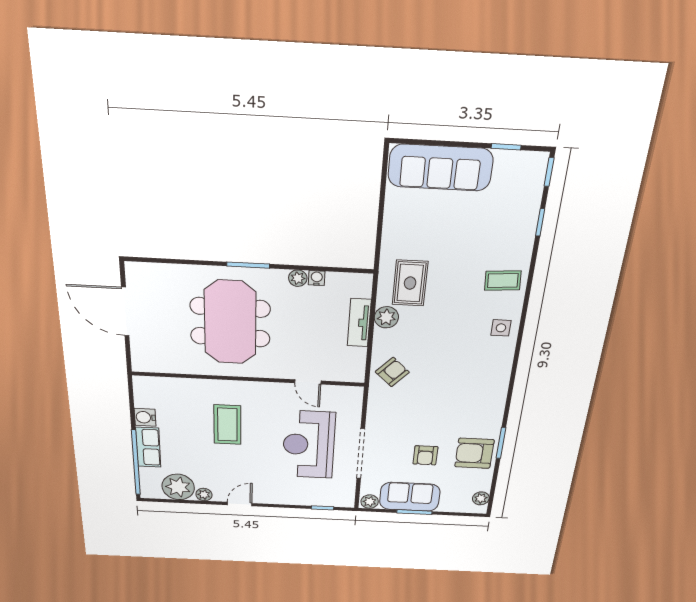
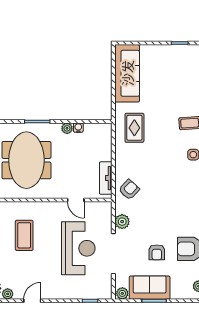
sofa: (440, 168) -> (127, 73), moved, turned -90
plant: (386, 317) -> (122, 222), moved
tv unit: (359, 323) -> (106, 178), moved
reception desk: (309, 445) -> (78, 248), turned 180

